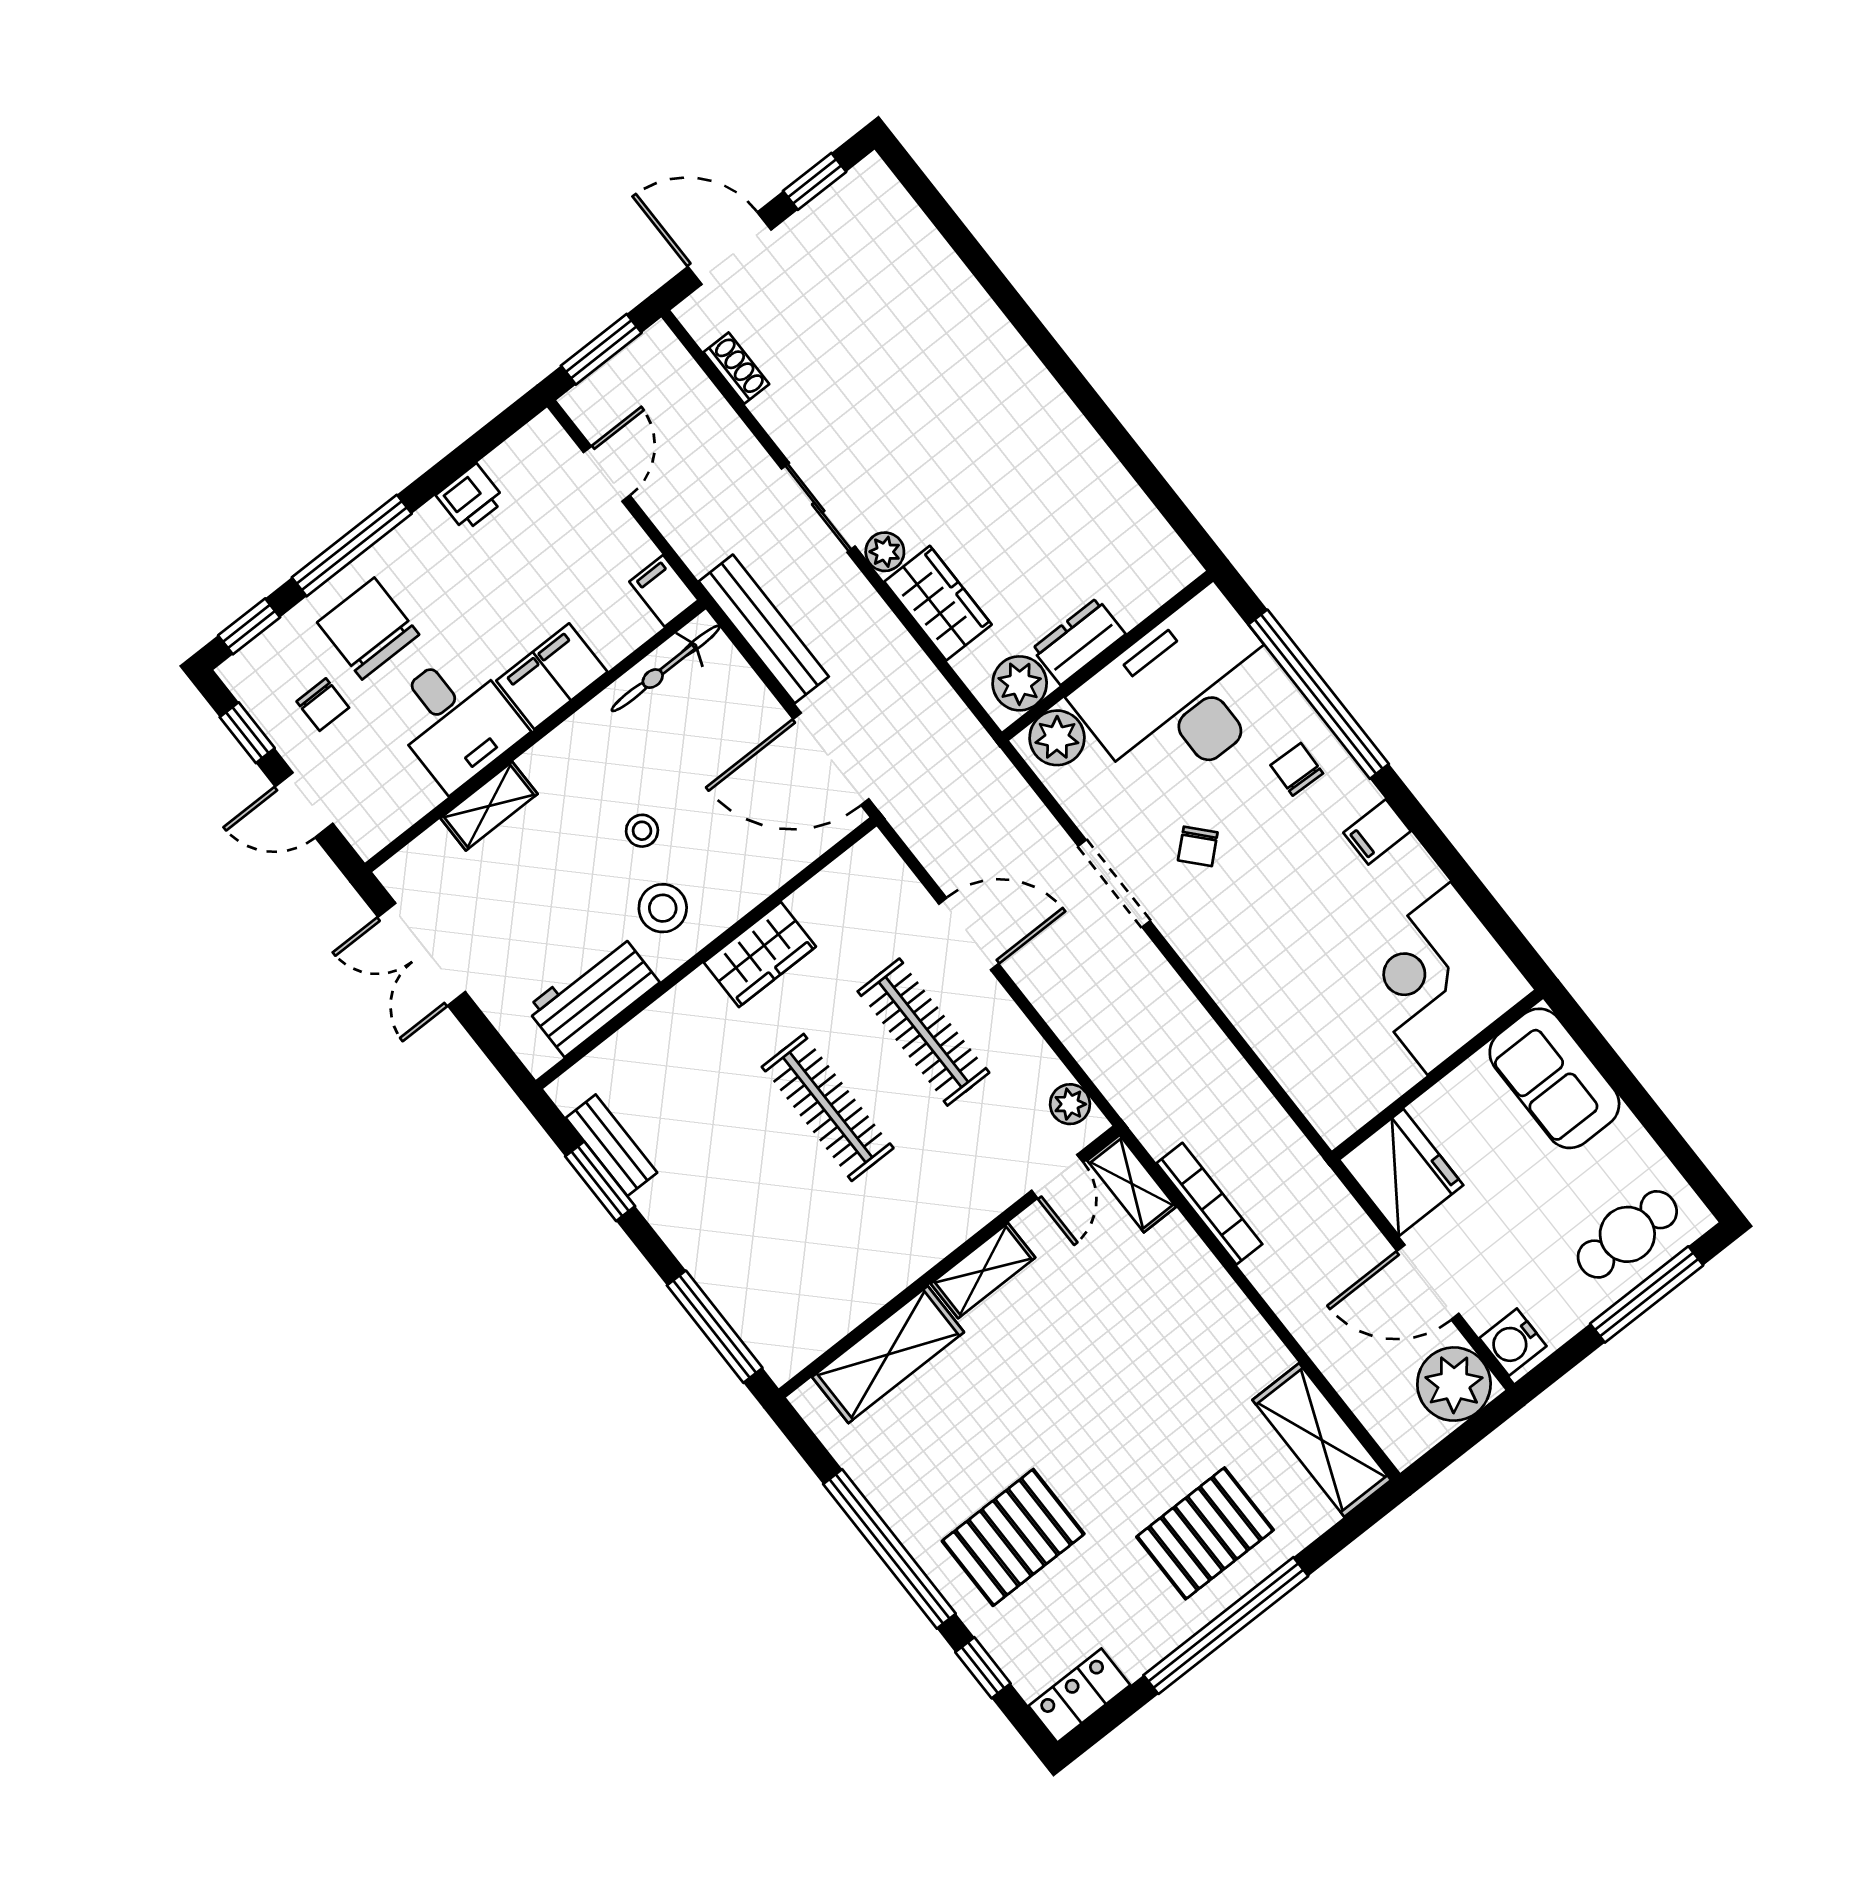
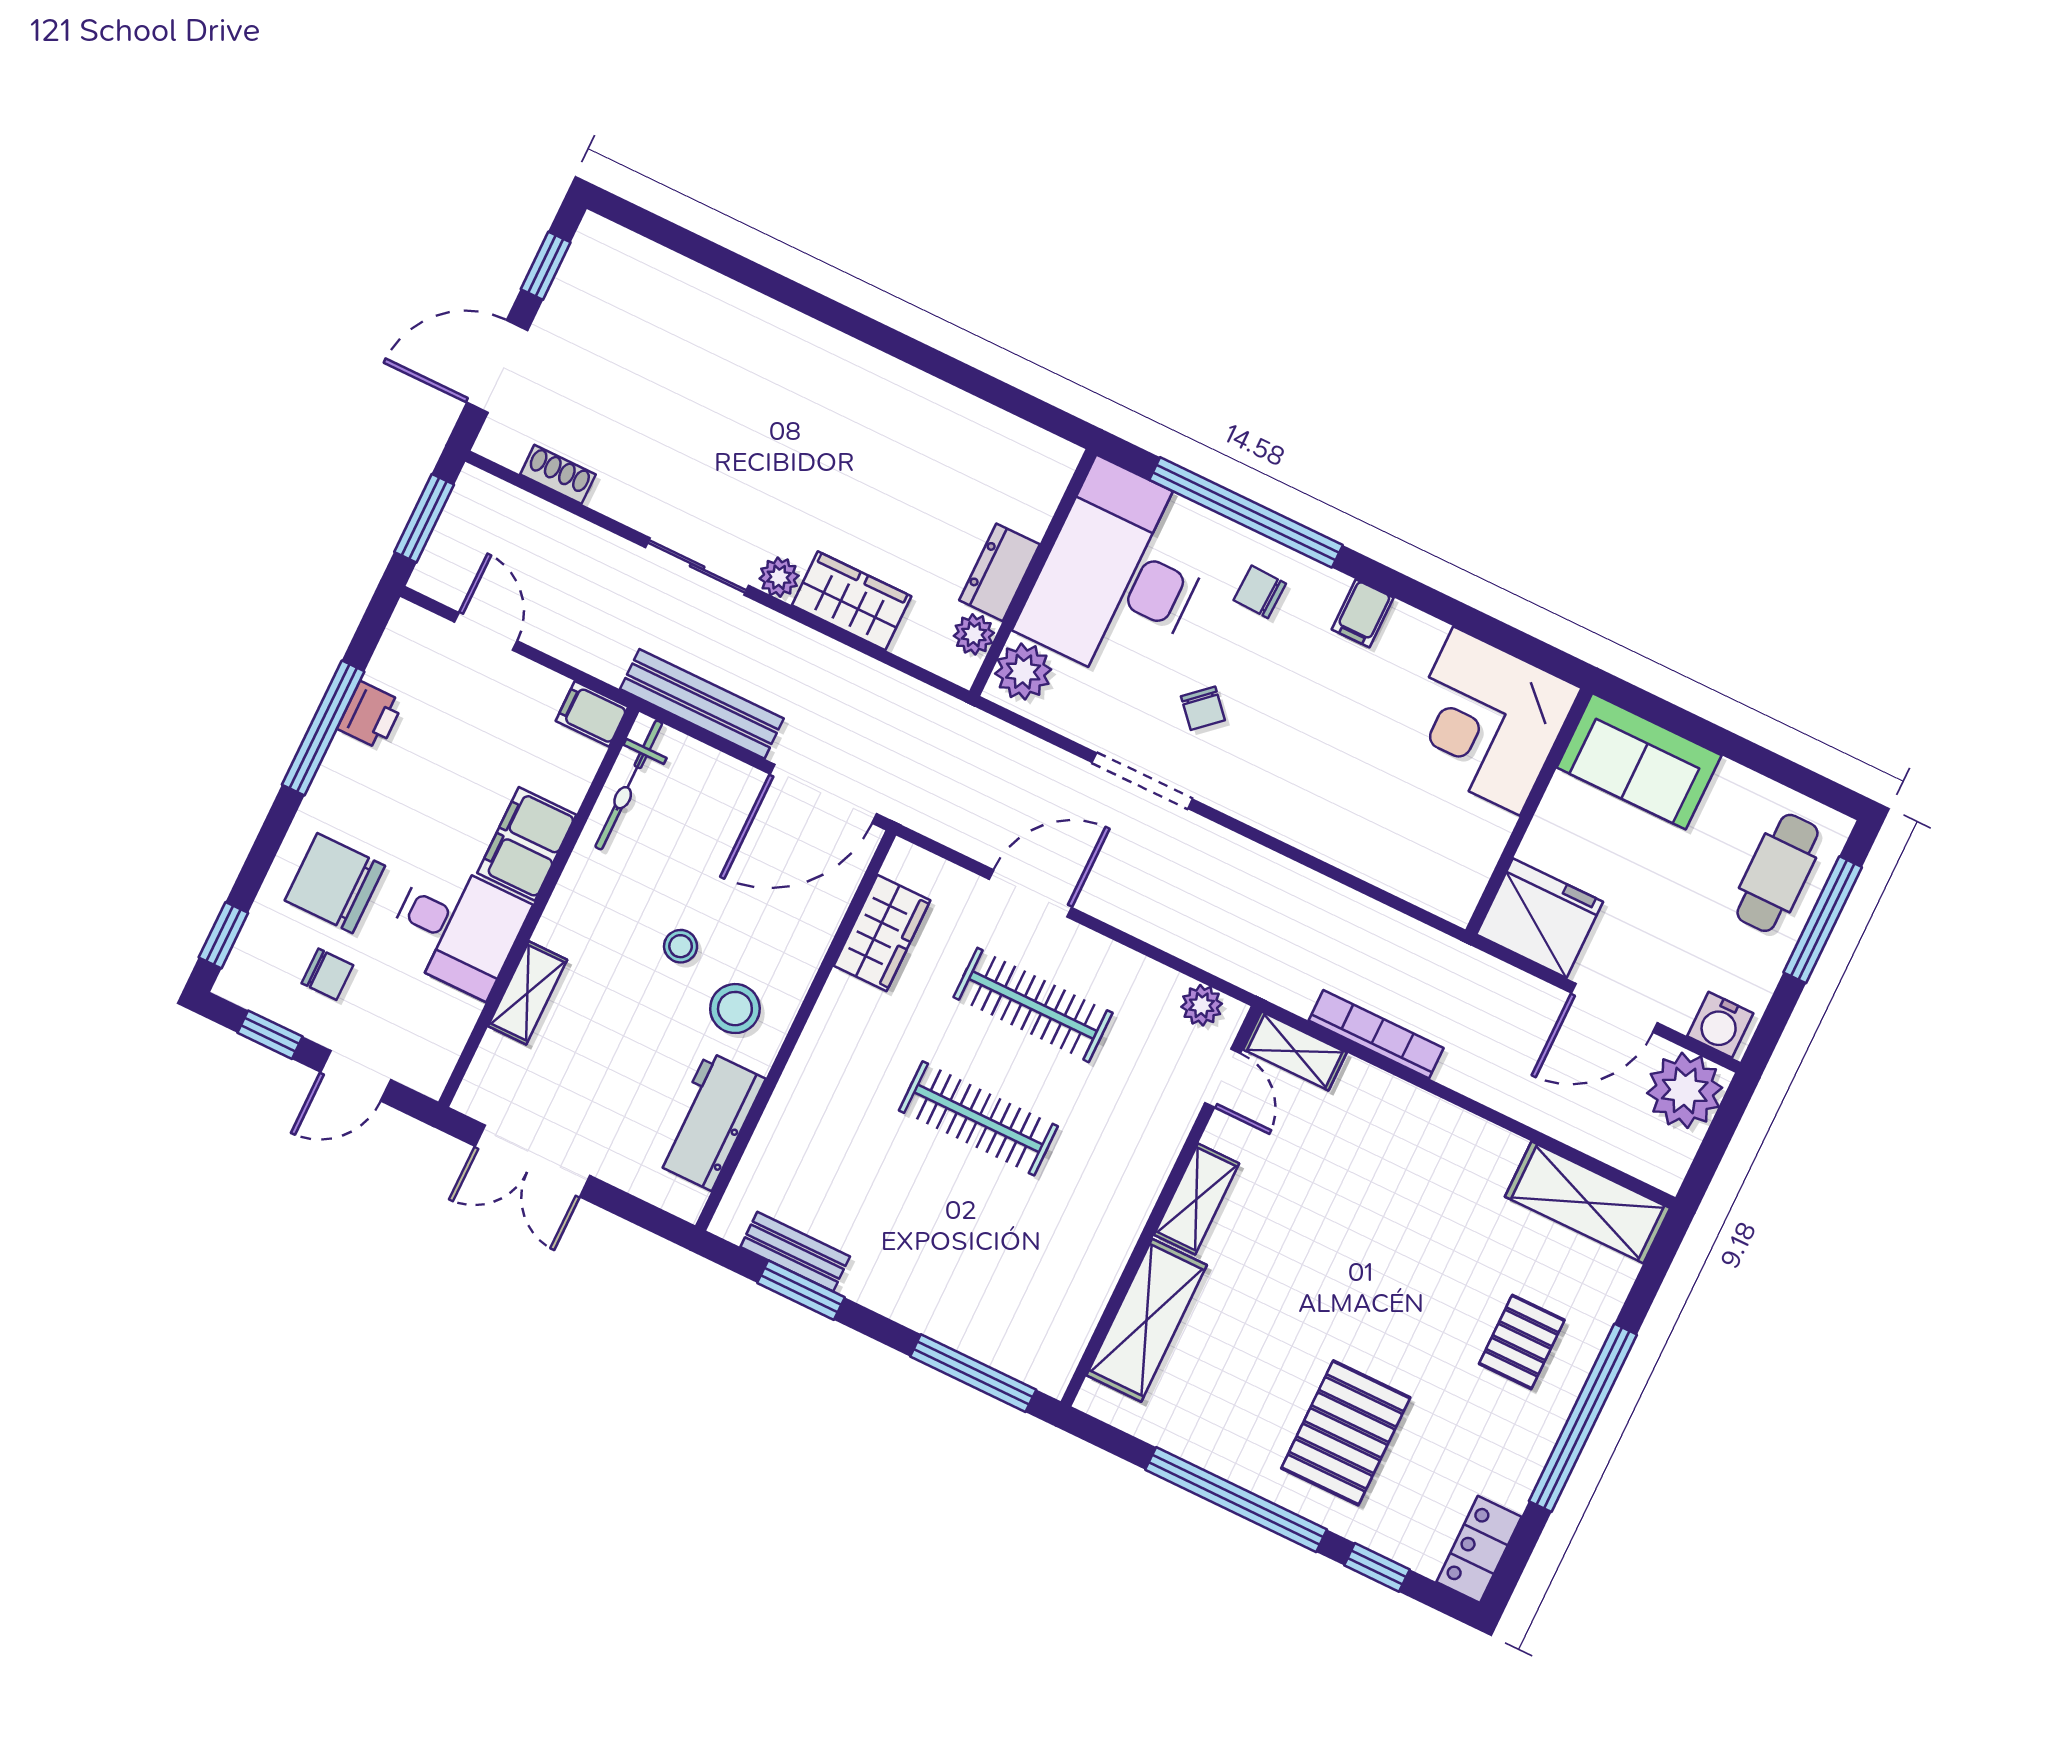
window: (352, 546) -> (323, 728), moved
plant: (1020, 683) -> (974, 634), width x0.73, depth x0.73
wardrobe: (760, 955) -> (882, 933), moved
pallet: (1205, 1533) -> (1522, 1342), width x0.67, depth x0.71

